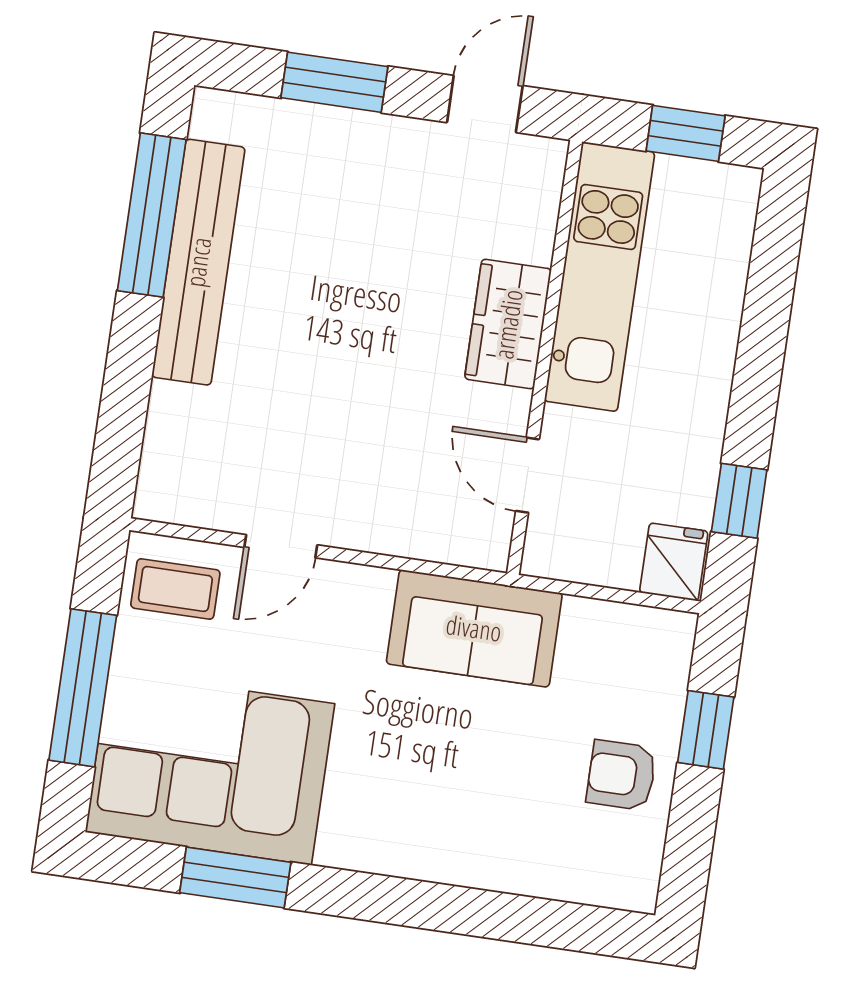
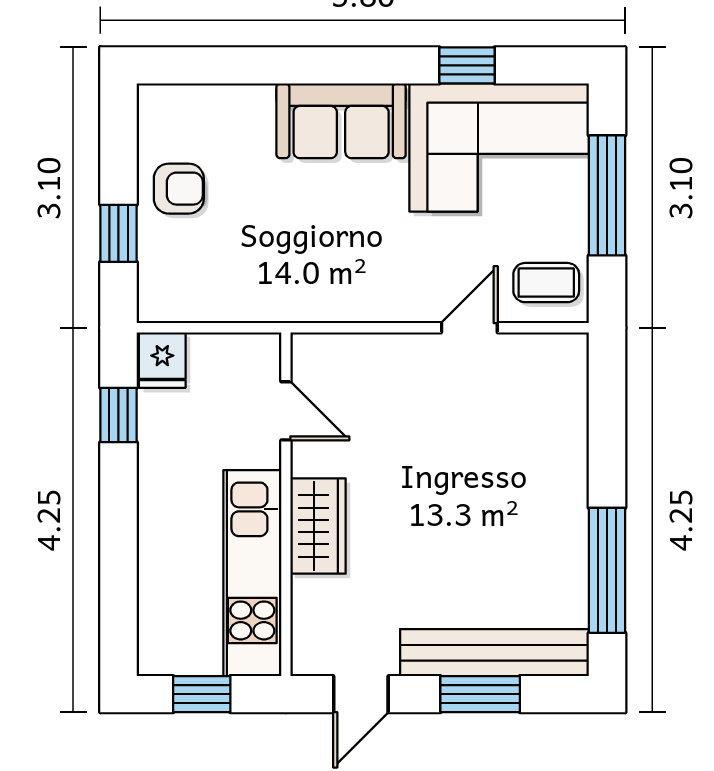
bench: (198, 262) -> (494, 653), moved, turned 90
sofa: (474, 628) -> (341, 121), moved, turned 180
window: (235, 877) -> (467, 65), width x0.67

